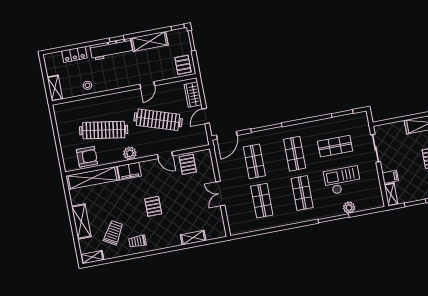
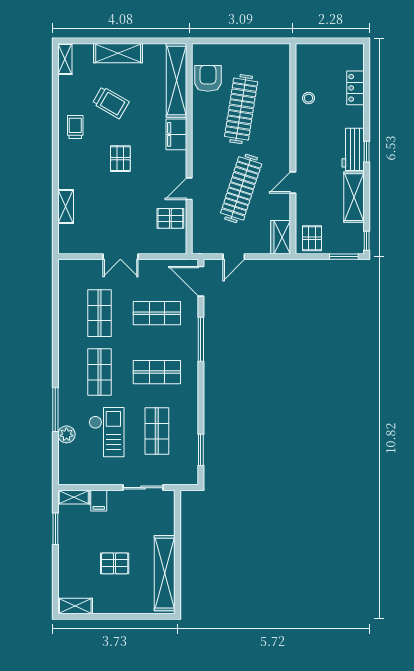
workbench: (111, 49) -> (353, 149), width x0.73
pallet: (183, 65) -> (312, 238), turned 90
door: (147, 85) -> (293, 182), hinge flipped
shelving: (55, 88) -> (313, 51), removed
wardrobe: (193, 95) -> (281, 237), moved, turned -90
door: (206, 116) -> (234, 257), swing flipped
plant: (130, 153) -> (201, 140), removed
armchair: (87, 157) -> (208, 78), turned 180
shop shelf: (302, 193) -> (99, 372), turned 90
double door: (220, 194) -> (120, 257), swing flipped
shop shelf: (262, 201) -> (99, 313), turned 90
pallet: (153, 206) -> (120, 159), turned 90
trolley: (113, 233) -> (111, 103), moved

